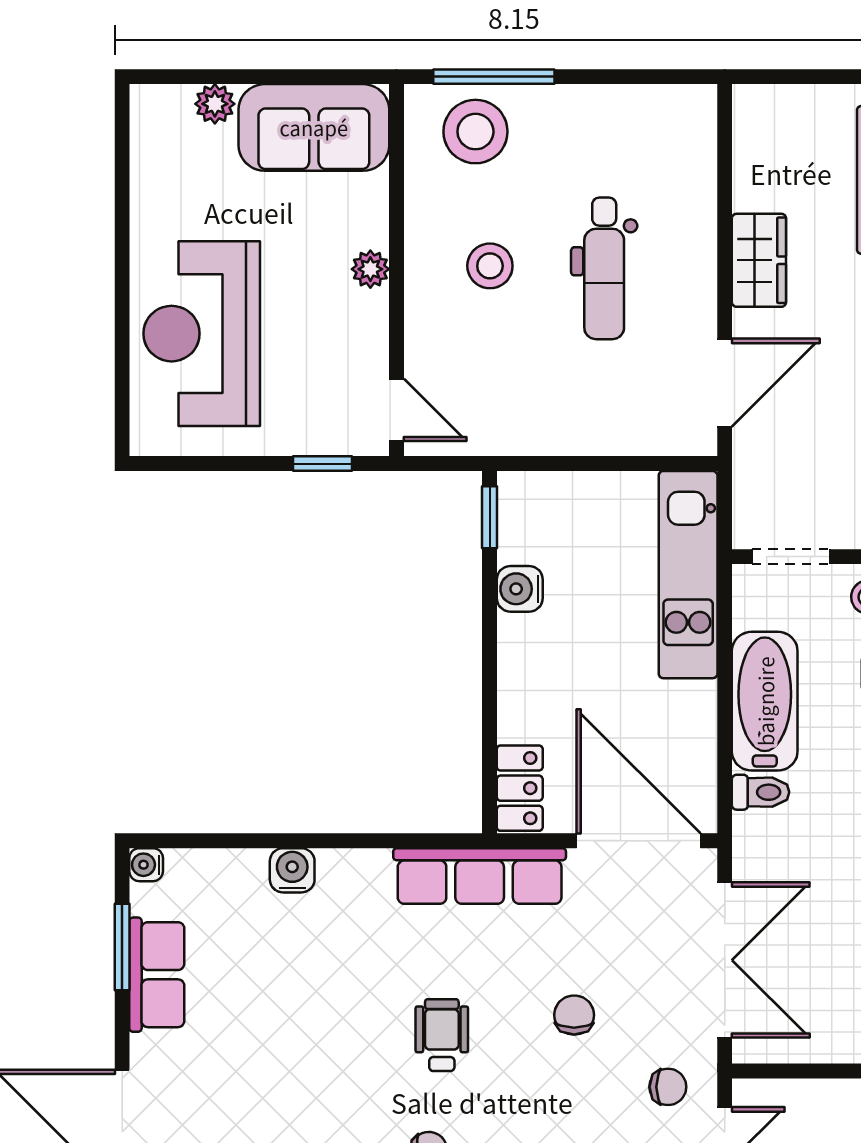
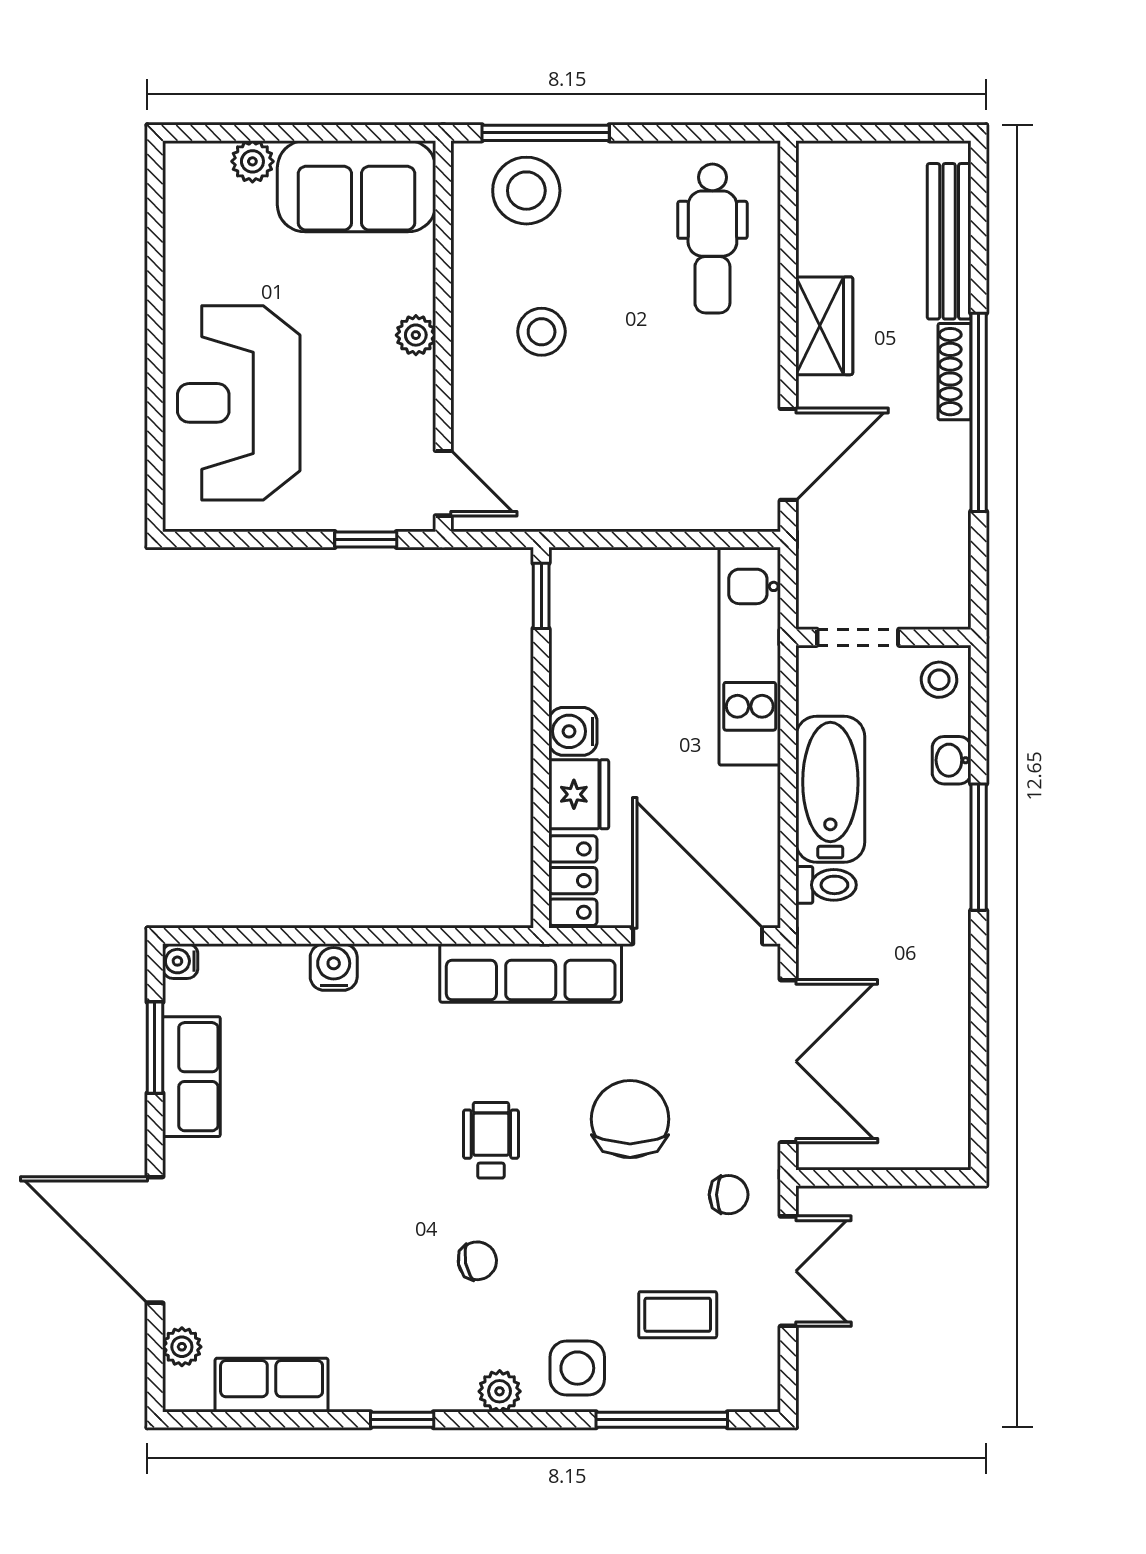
dental chair: (604, 268) -> (712, 238), moved
water cooler: (520, 589) -> (573, 731), moved
fridge: (525, 706) -> (579, 794), added
chair: (574, 1015) -> (630, 1119), width x1.87, depth x1.87

